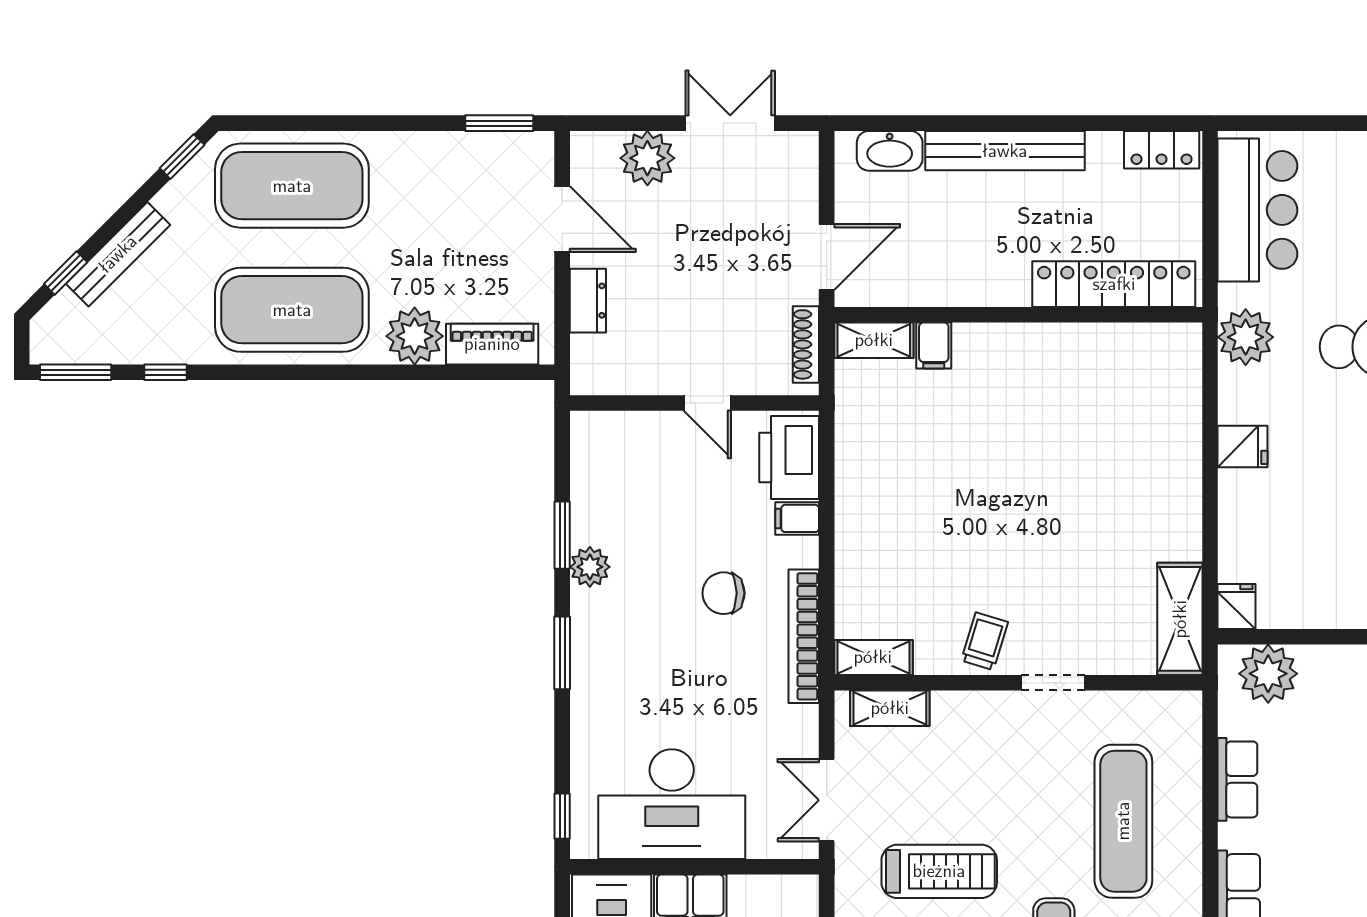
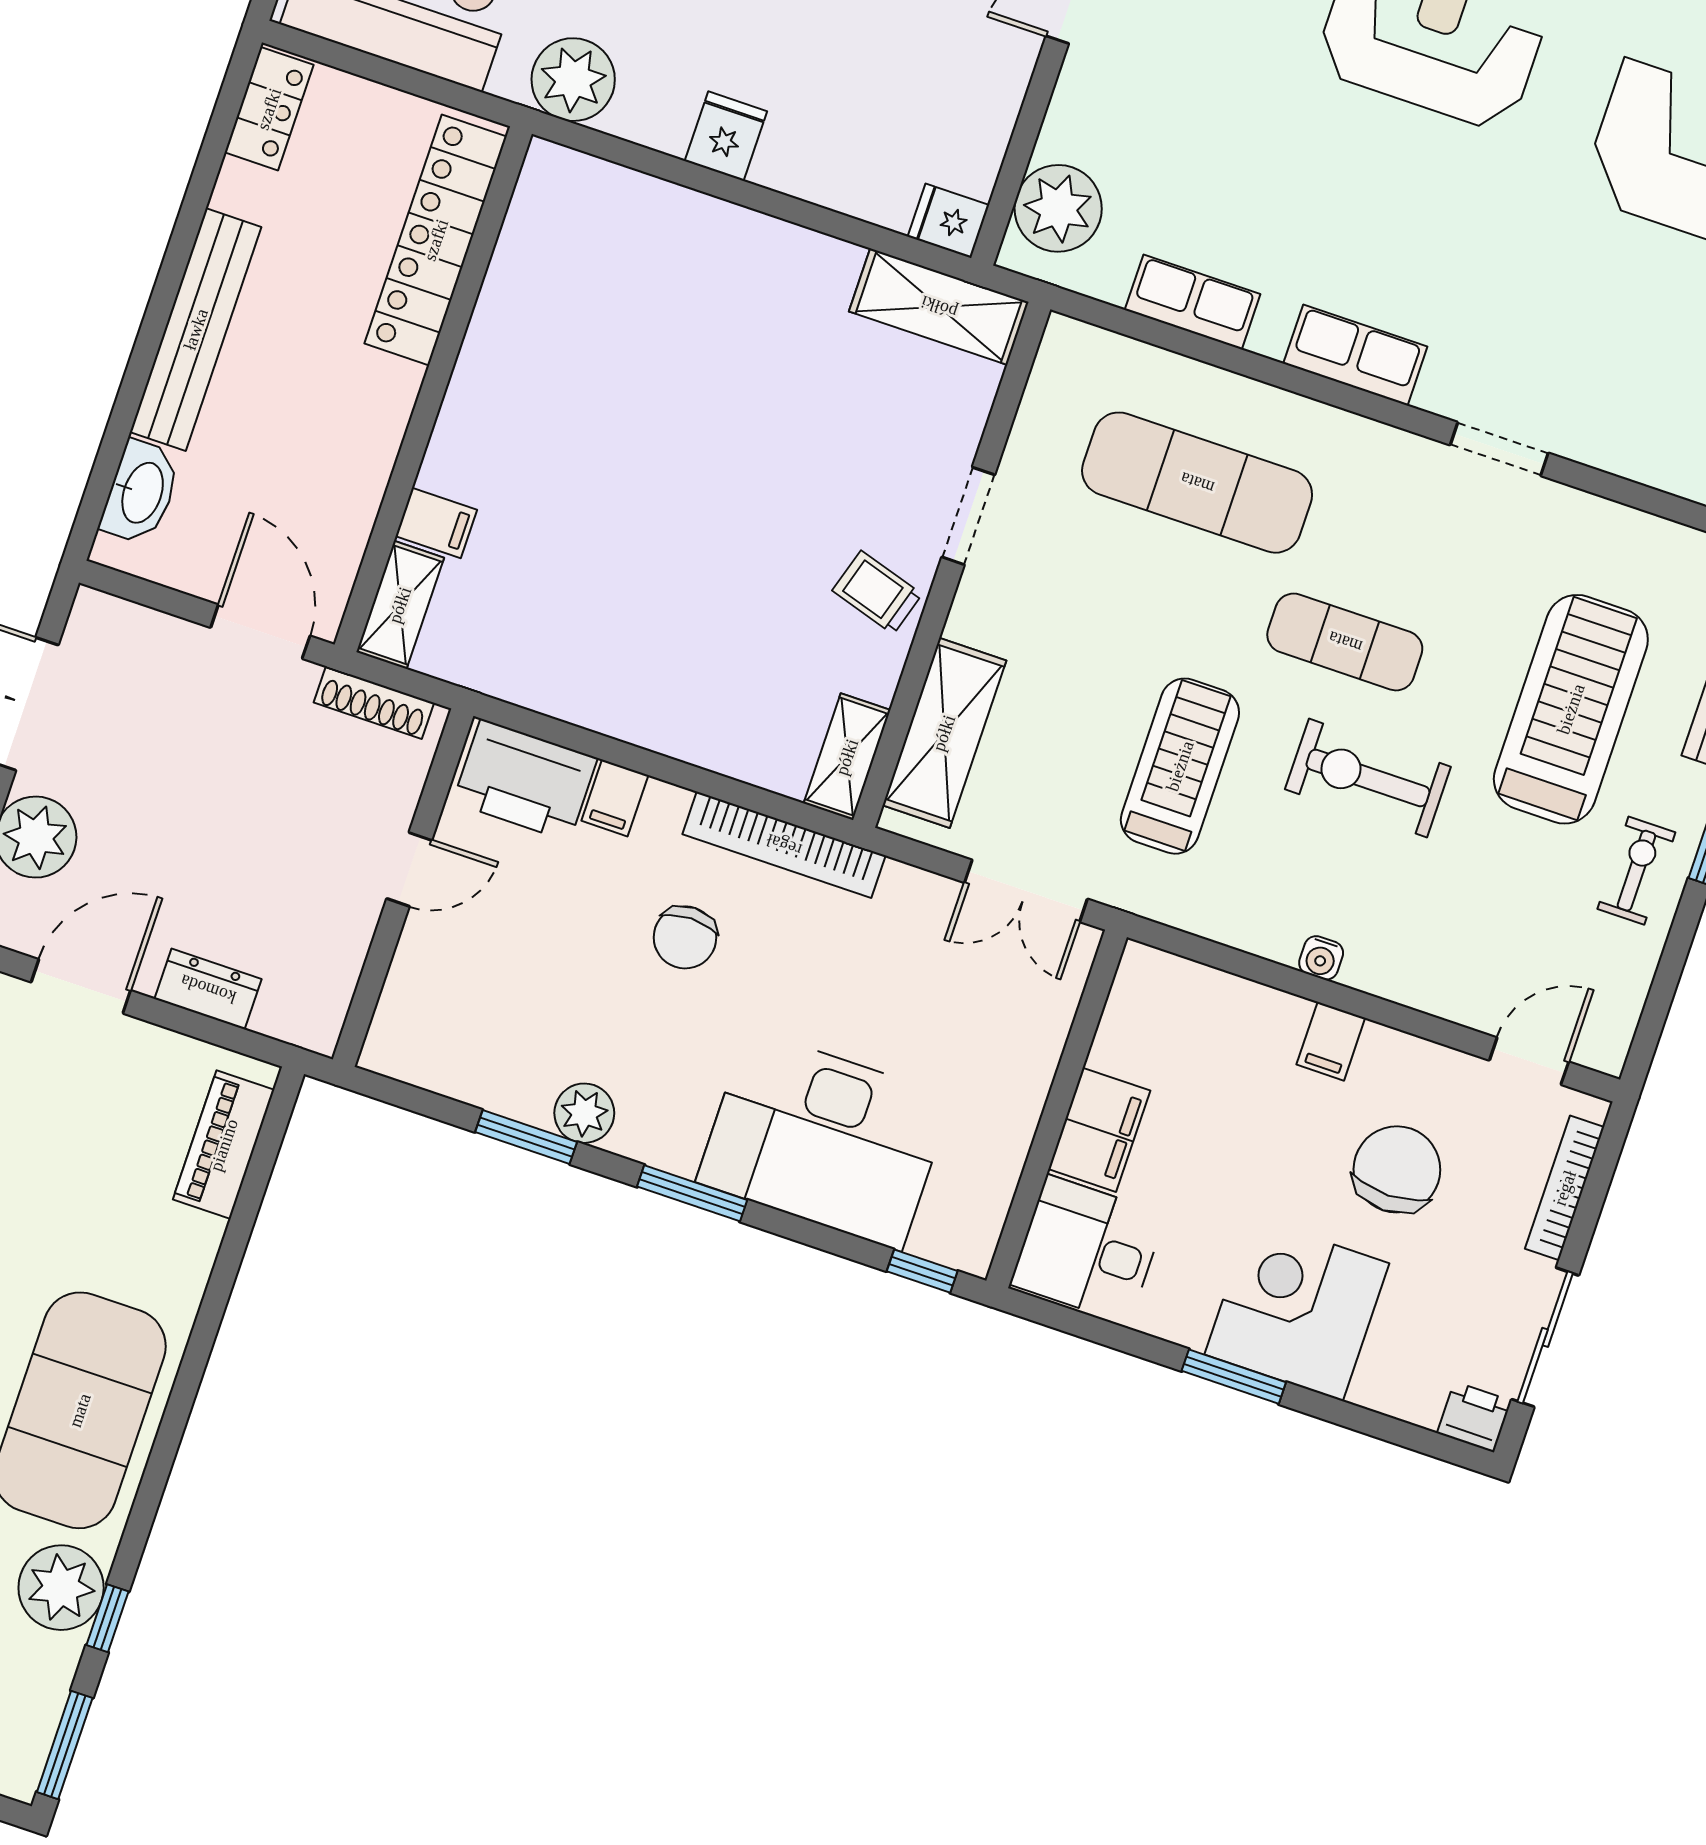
plant: (415, 336) -> (61, 1588), moved
shelving: (890, 708) -> (944, 733), width x1.50, depth x1.33
desk: (672, 804) -> (824, 1140), moved, turned 90

